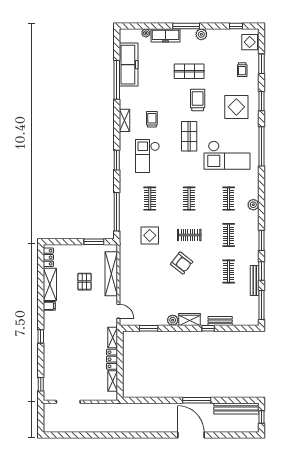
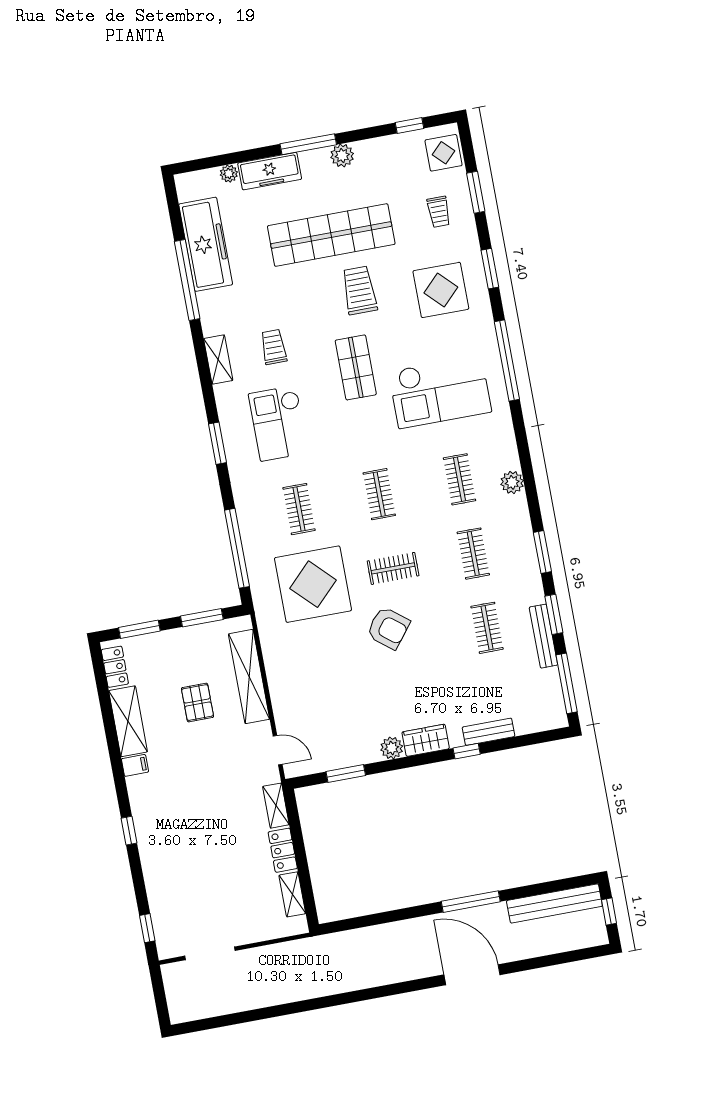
shop shelf: (189, 71) -> (331, 235), width x2.00, depth x1.36
display table: (150, 235) -> (313, 584), width x1.86, depth x1.86
window: (63, 242) -> (139, 629), added

